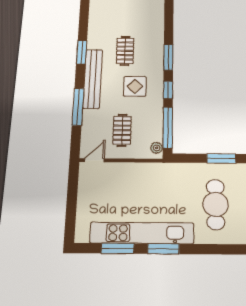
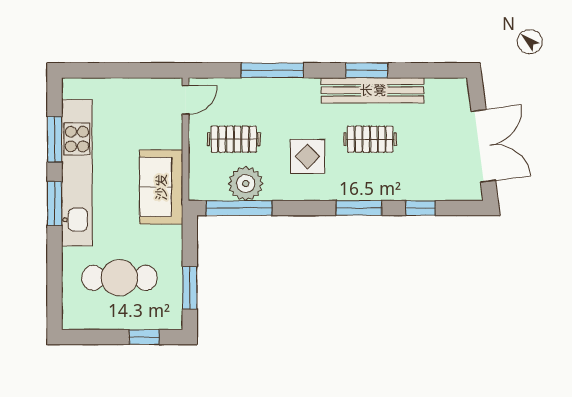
bench: (93, 79) -> (373, 90), moved
window: (168, 90) -> (421, 208), moved
plant: (157, 148) -> (246, 184), moved, width x1.88, depth x1.88
door: (94, 160) -> (186, 100), hinge flipped
sofa: (153, 176) -> (161, 187), added

